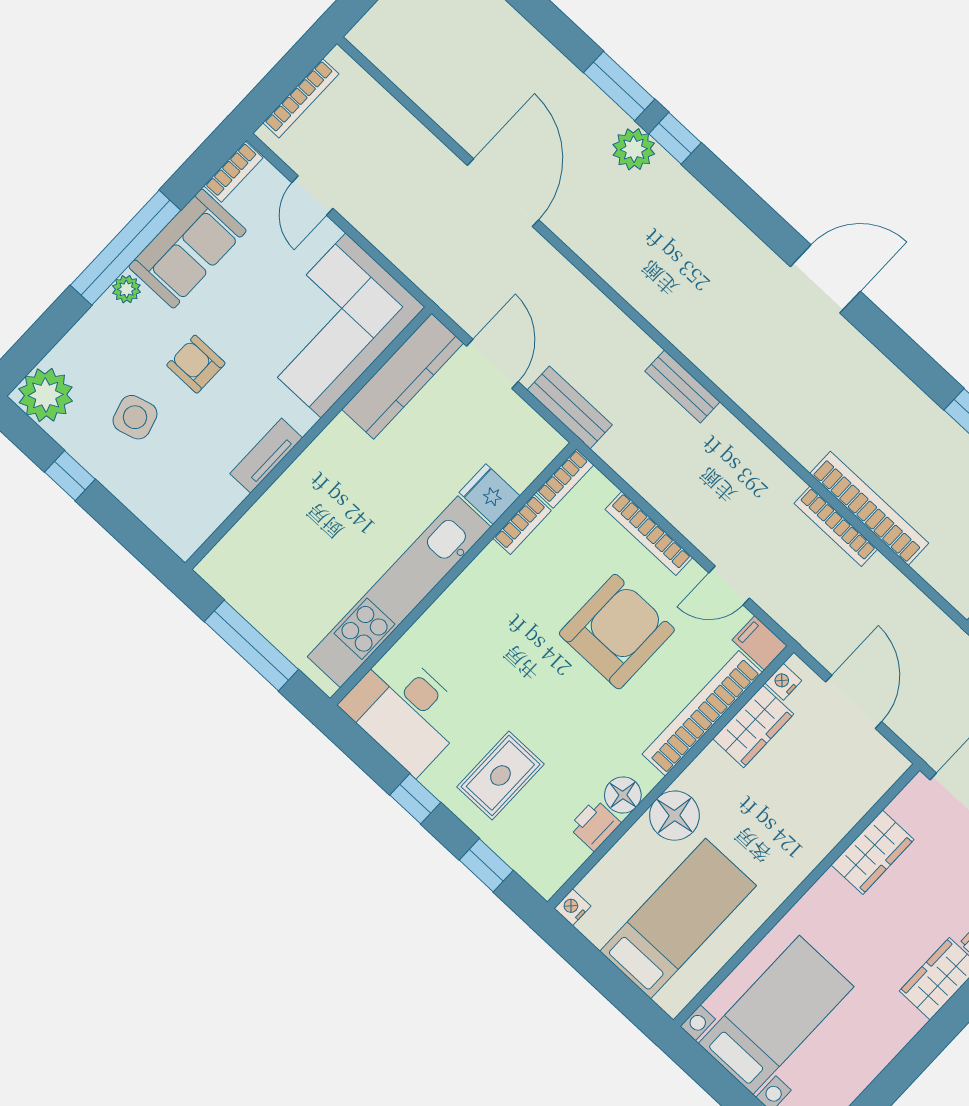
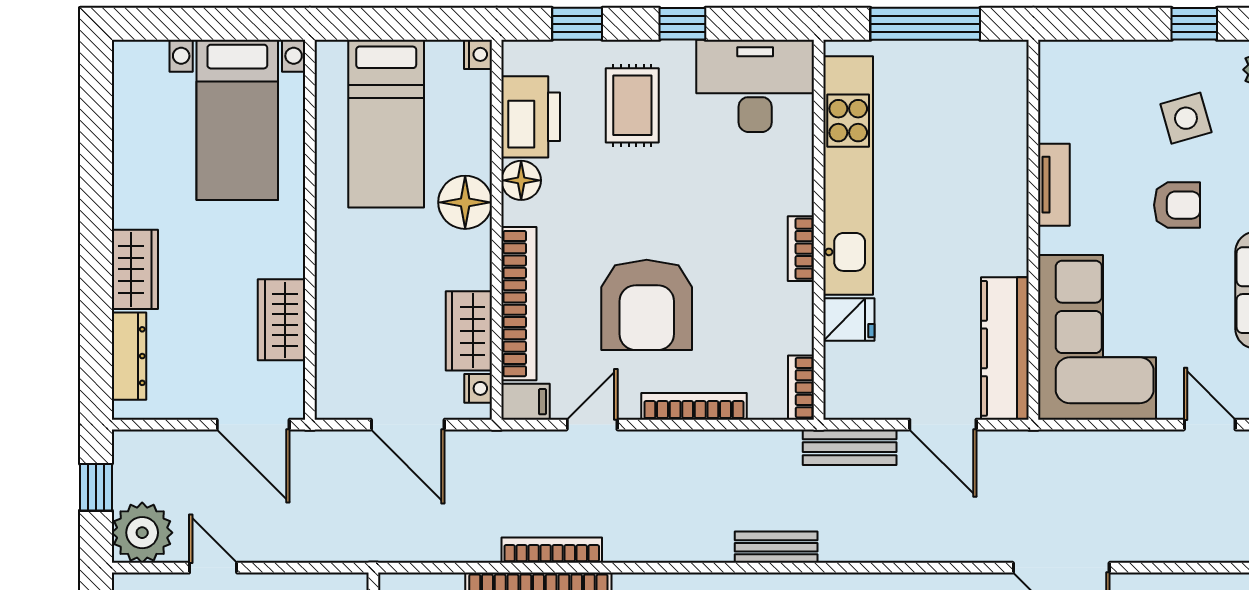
bookcase: (522, 524) -> (801, 249), moved
printer: (595, 825) -> (531, 117), width x1.87, depth x1.48

